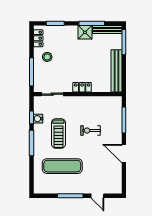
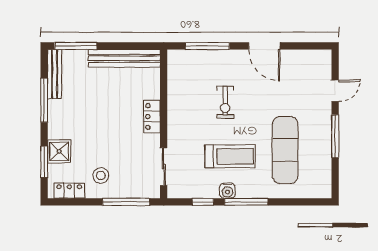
shower: (85, 32) -> (59, 151), moved
water cooler: (38, 119) -> (227, 191), moved
door: (124, 154) -> (264, 46), hinge flipped

